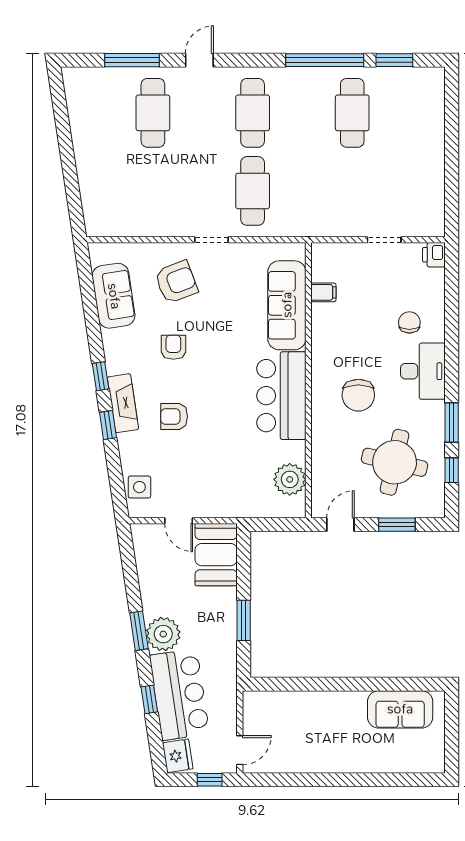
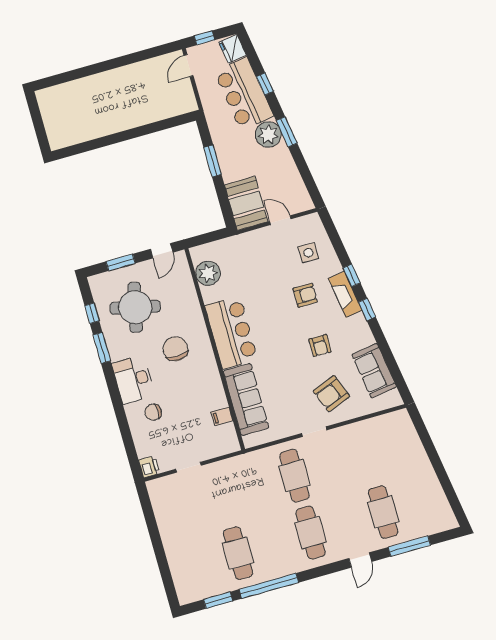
chair: (409, 322) -> (153, 412), turned 90
side table: (139, 487) -> (308, 253), moved
sofa: (400, 709) -> (80, 128), removed

